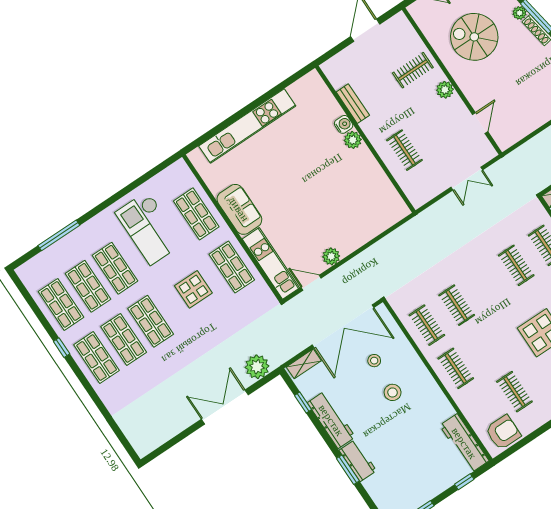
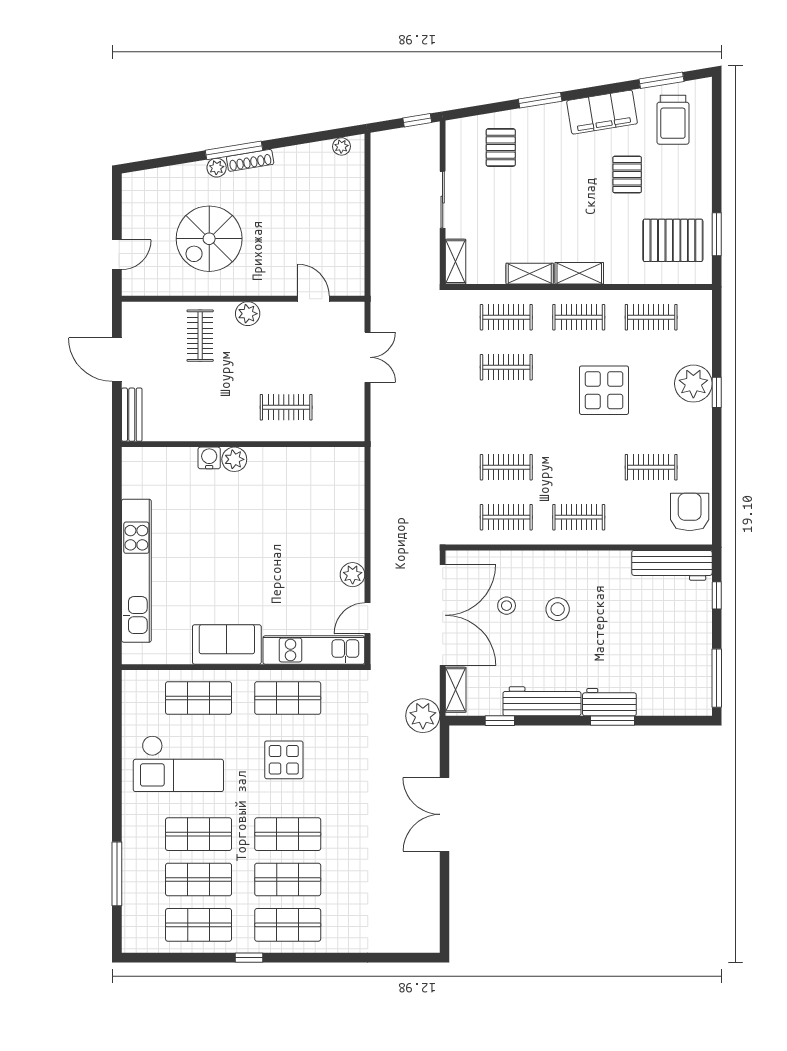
bench: (353, 104) -> (132, 415), moved, turned 90
plant: (257, 367) -> (423, 716), moved

